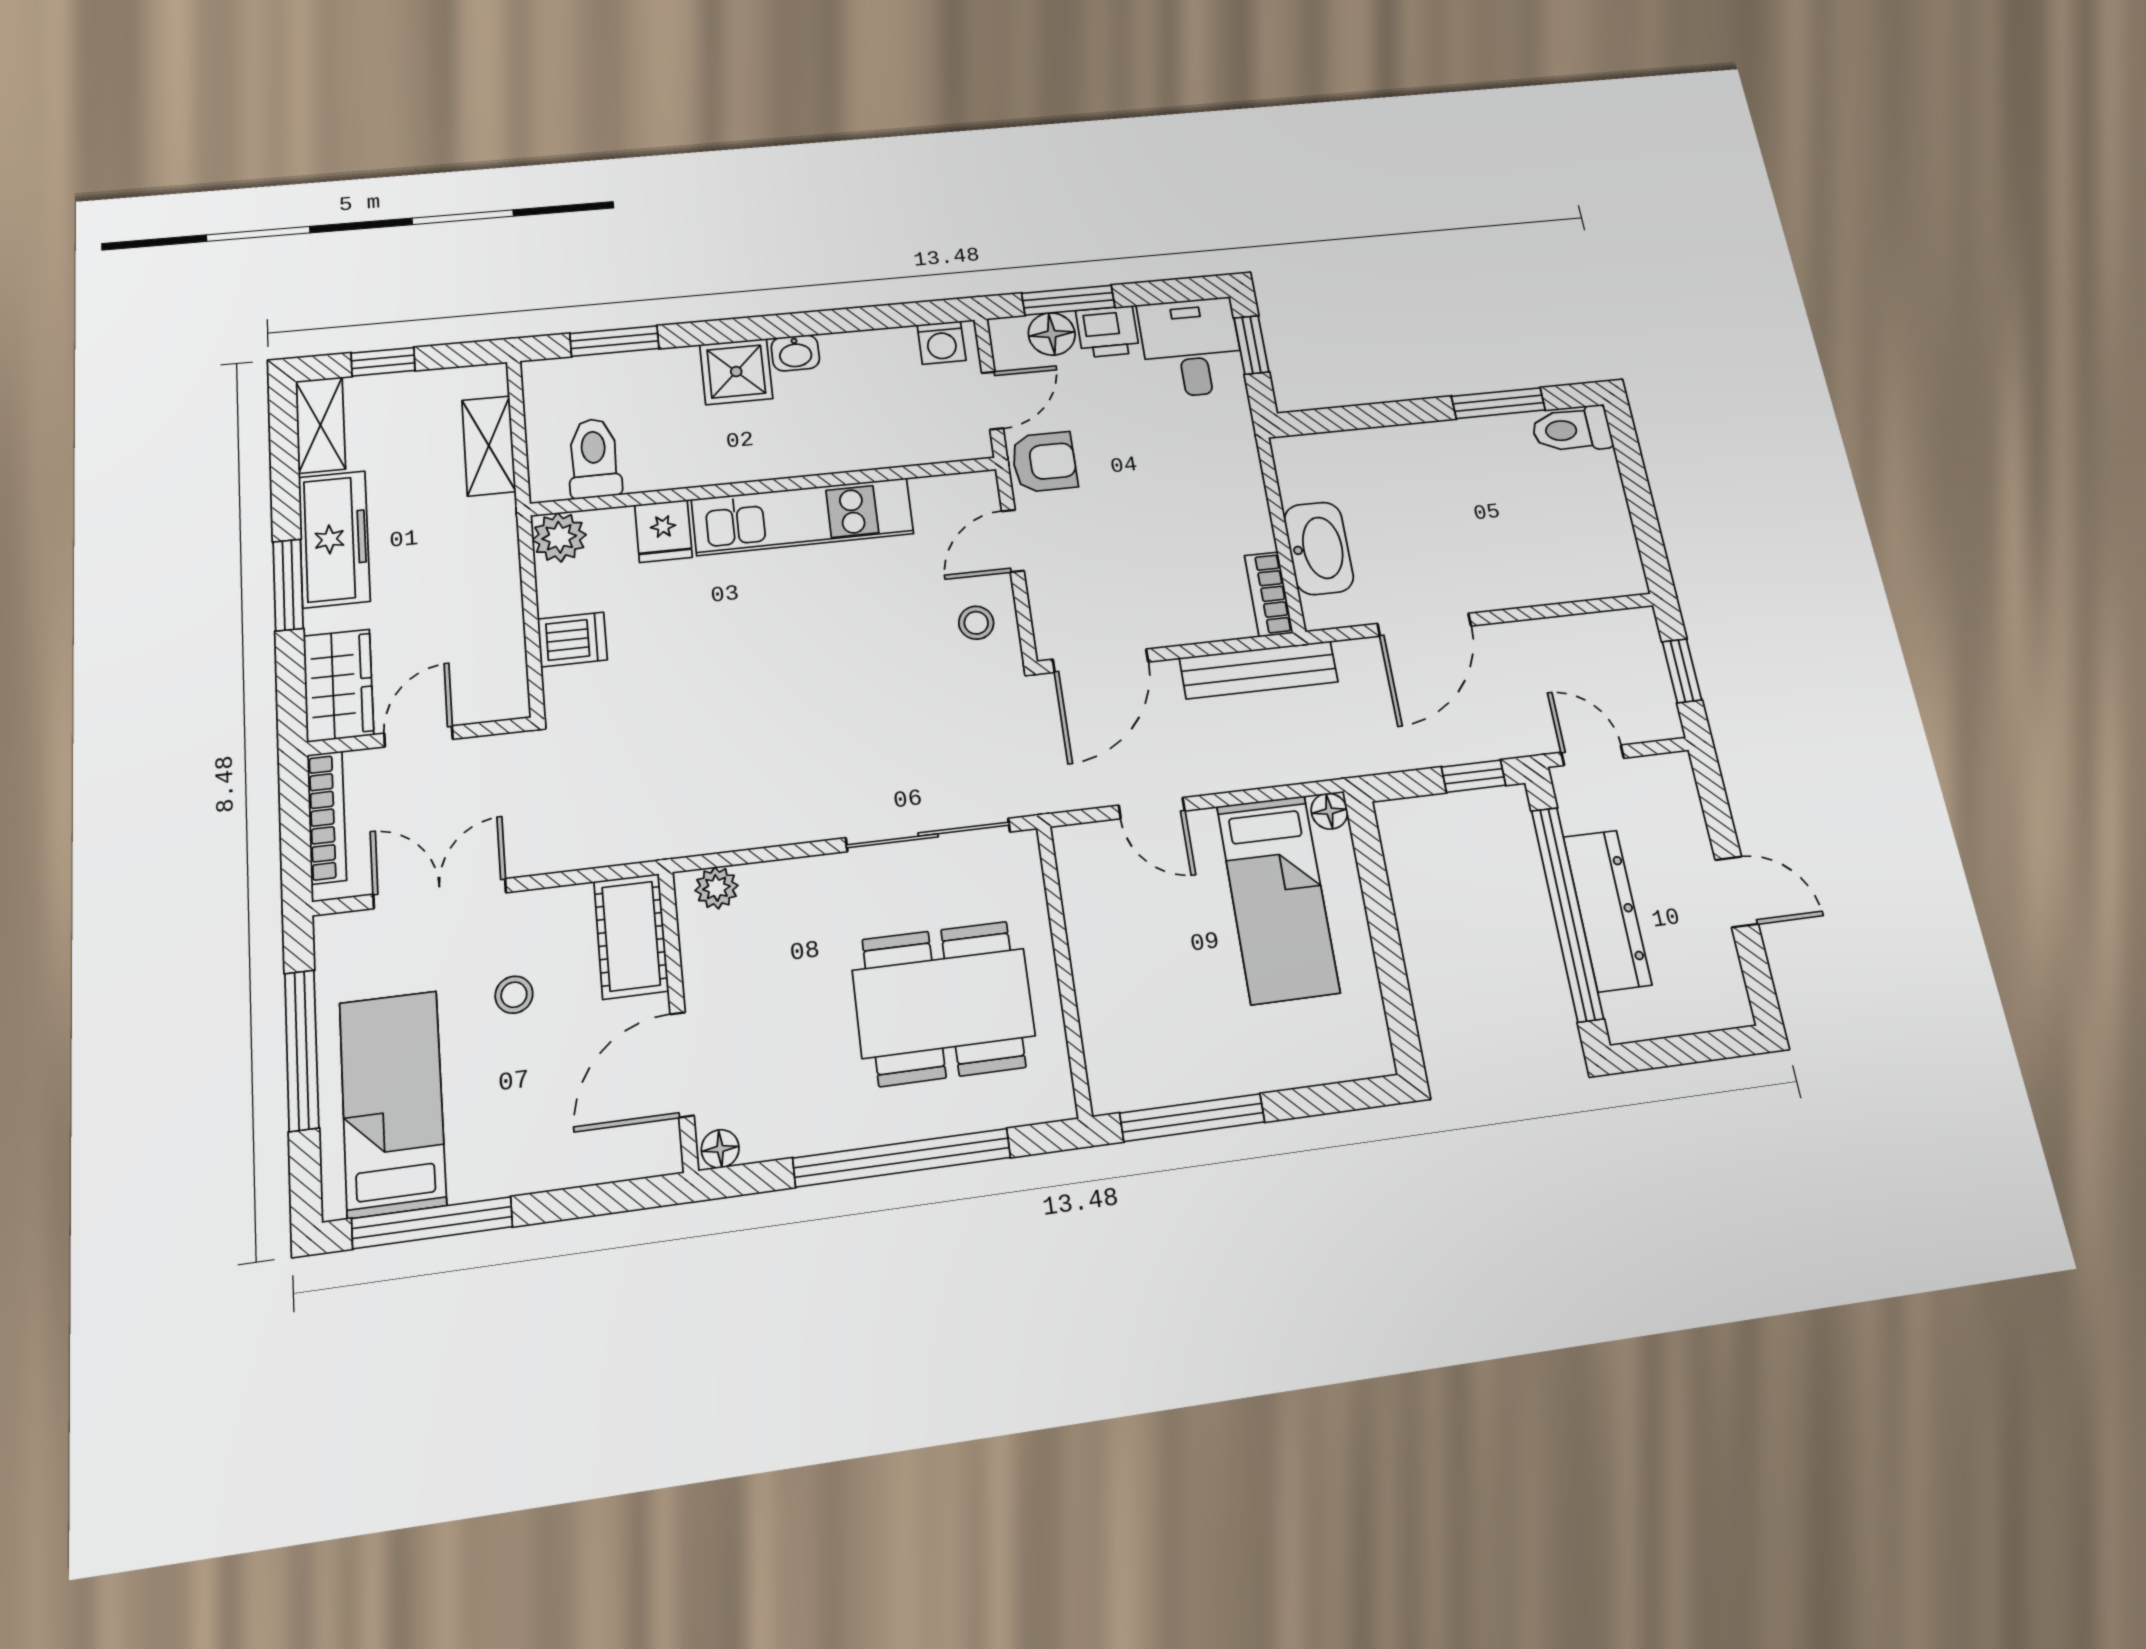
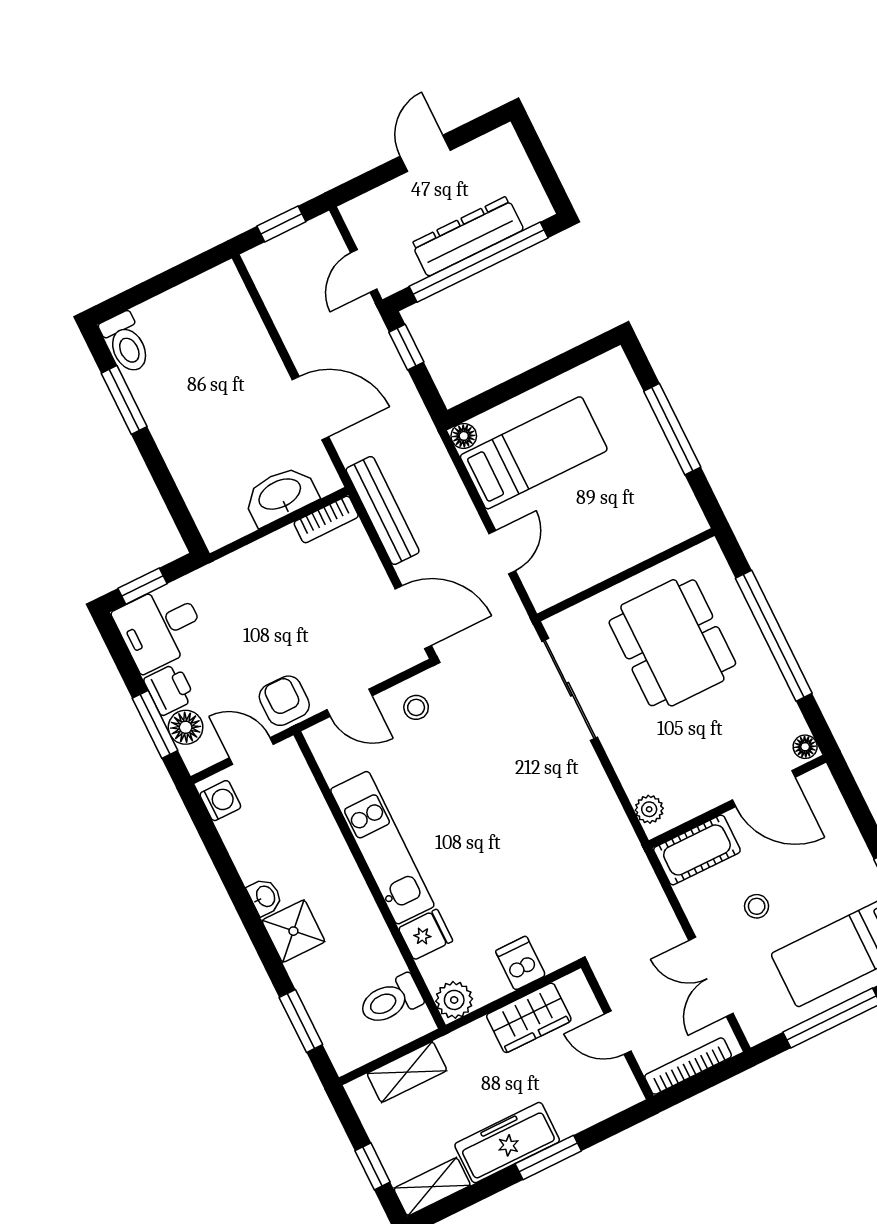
wardrobe: (338, 685) -> (529, 1018), moved, turned 180
window: (1192, 1118) -> (672, 429), moved

